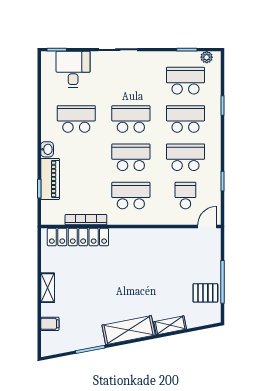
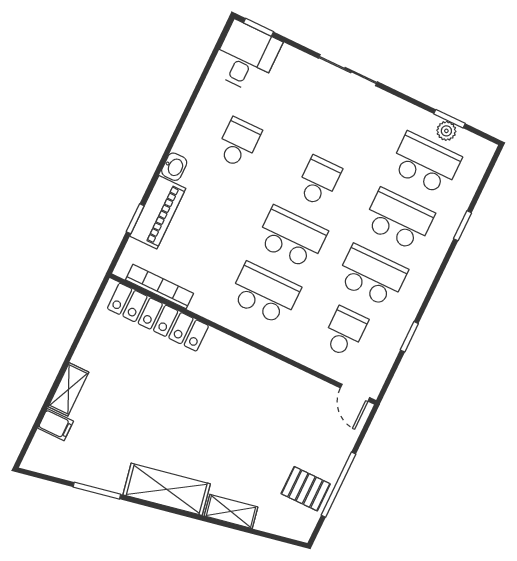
plant: (207, 57) -> (446, 131), moved
desk: (73, 69) -> (246, 57), moved
school desk: (76, 119) -> (238, 143), width x0.54
school desk: (131, 119) -> (319, 181), width x0.54
bookcase: (86, 220) -> (159, 287), moved
door: (207, 227) -> (355, 393), swing flipped
shelving: (48, 288) -> (68, 389), moved

